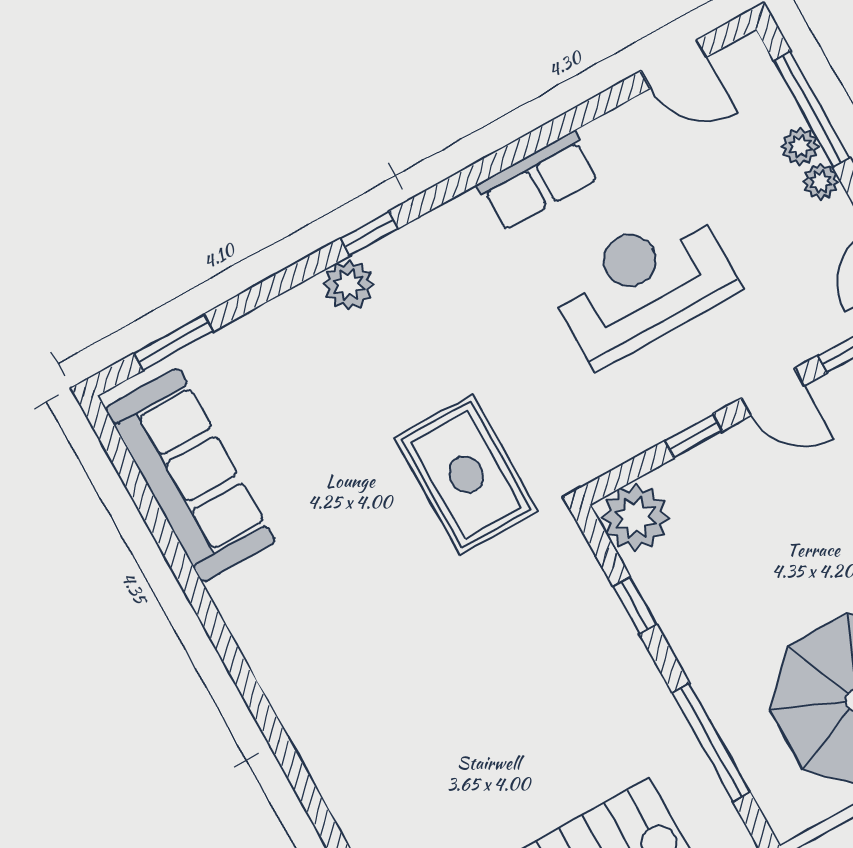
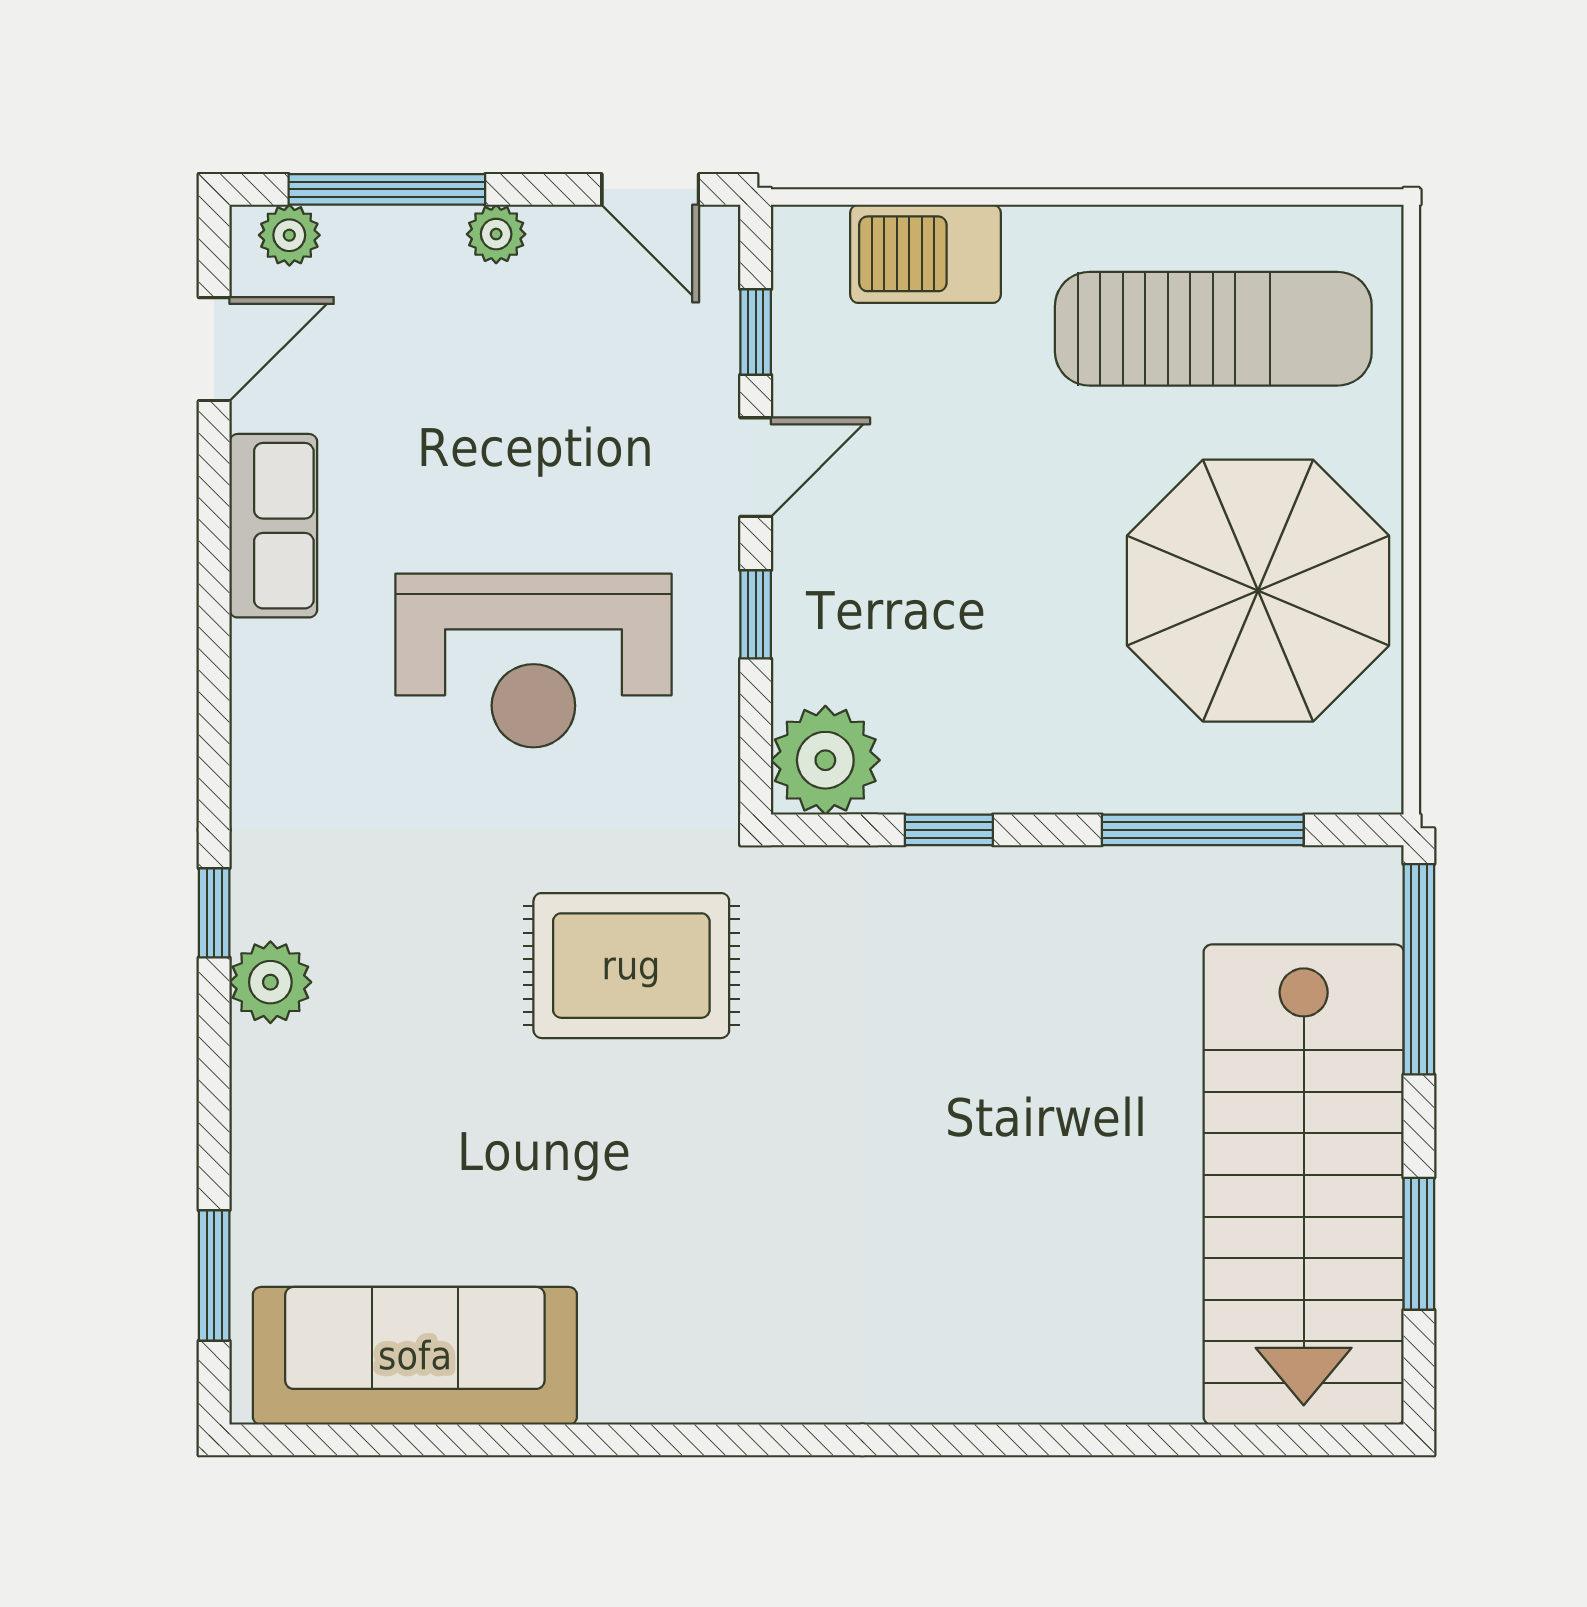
plant: (800, 146) -> (289, 235), moved
row of seats: (538, 181) -> (273, 526), moved
reception desk: (643, 285) -> (533, 661), moved, turned -90

